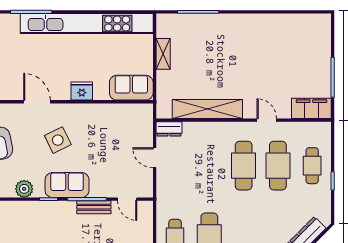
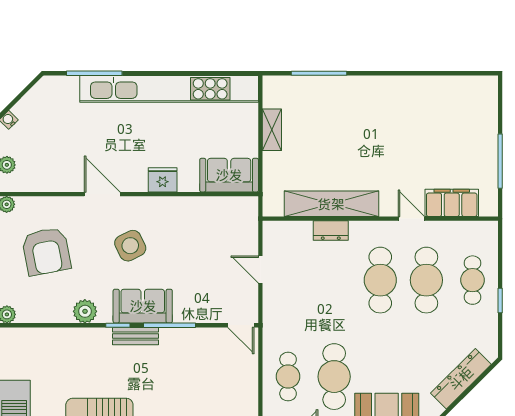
filing cabinet: (311, 108) -> (452, 203), moved
dresser: (169, 129) -> (331, 231), moved
door: (127, 199) -> (241, 325), moved
bench: (94, 207) -> (136, 336), moved

